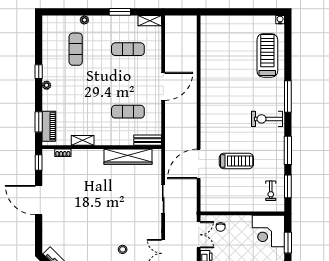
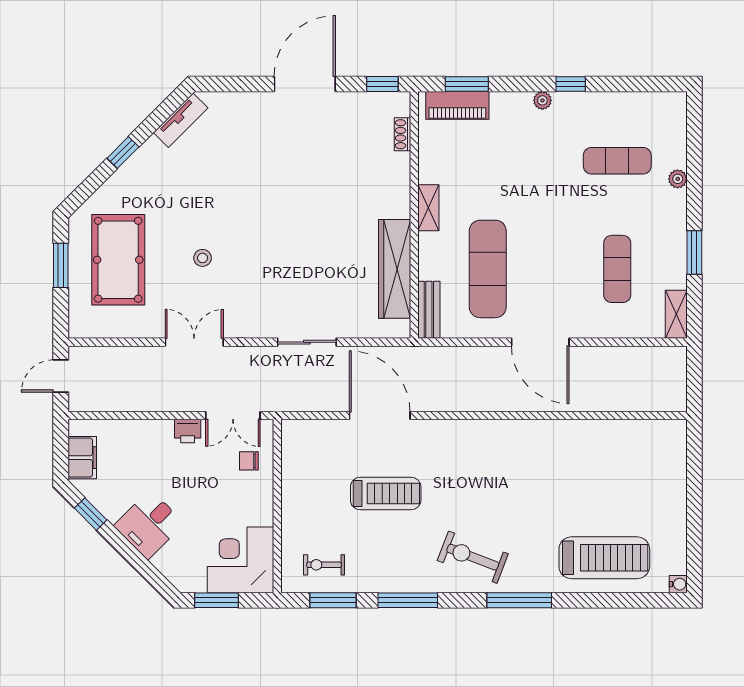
exercise mat: (128, 112) -> (488, 269), width x1.36, depth x1.45
exercise bike: (267, 119) -> (473, 557), turned -69
shelving: (83, 140) -> (428, 208), moved
treadmill: (236, 161) -> (386, 494), turned -90

